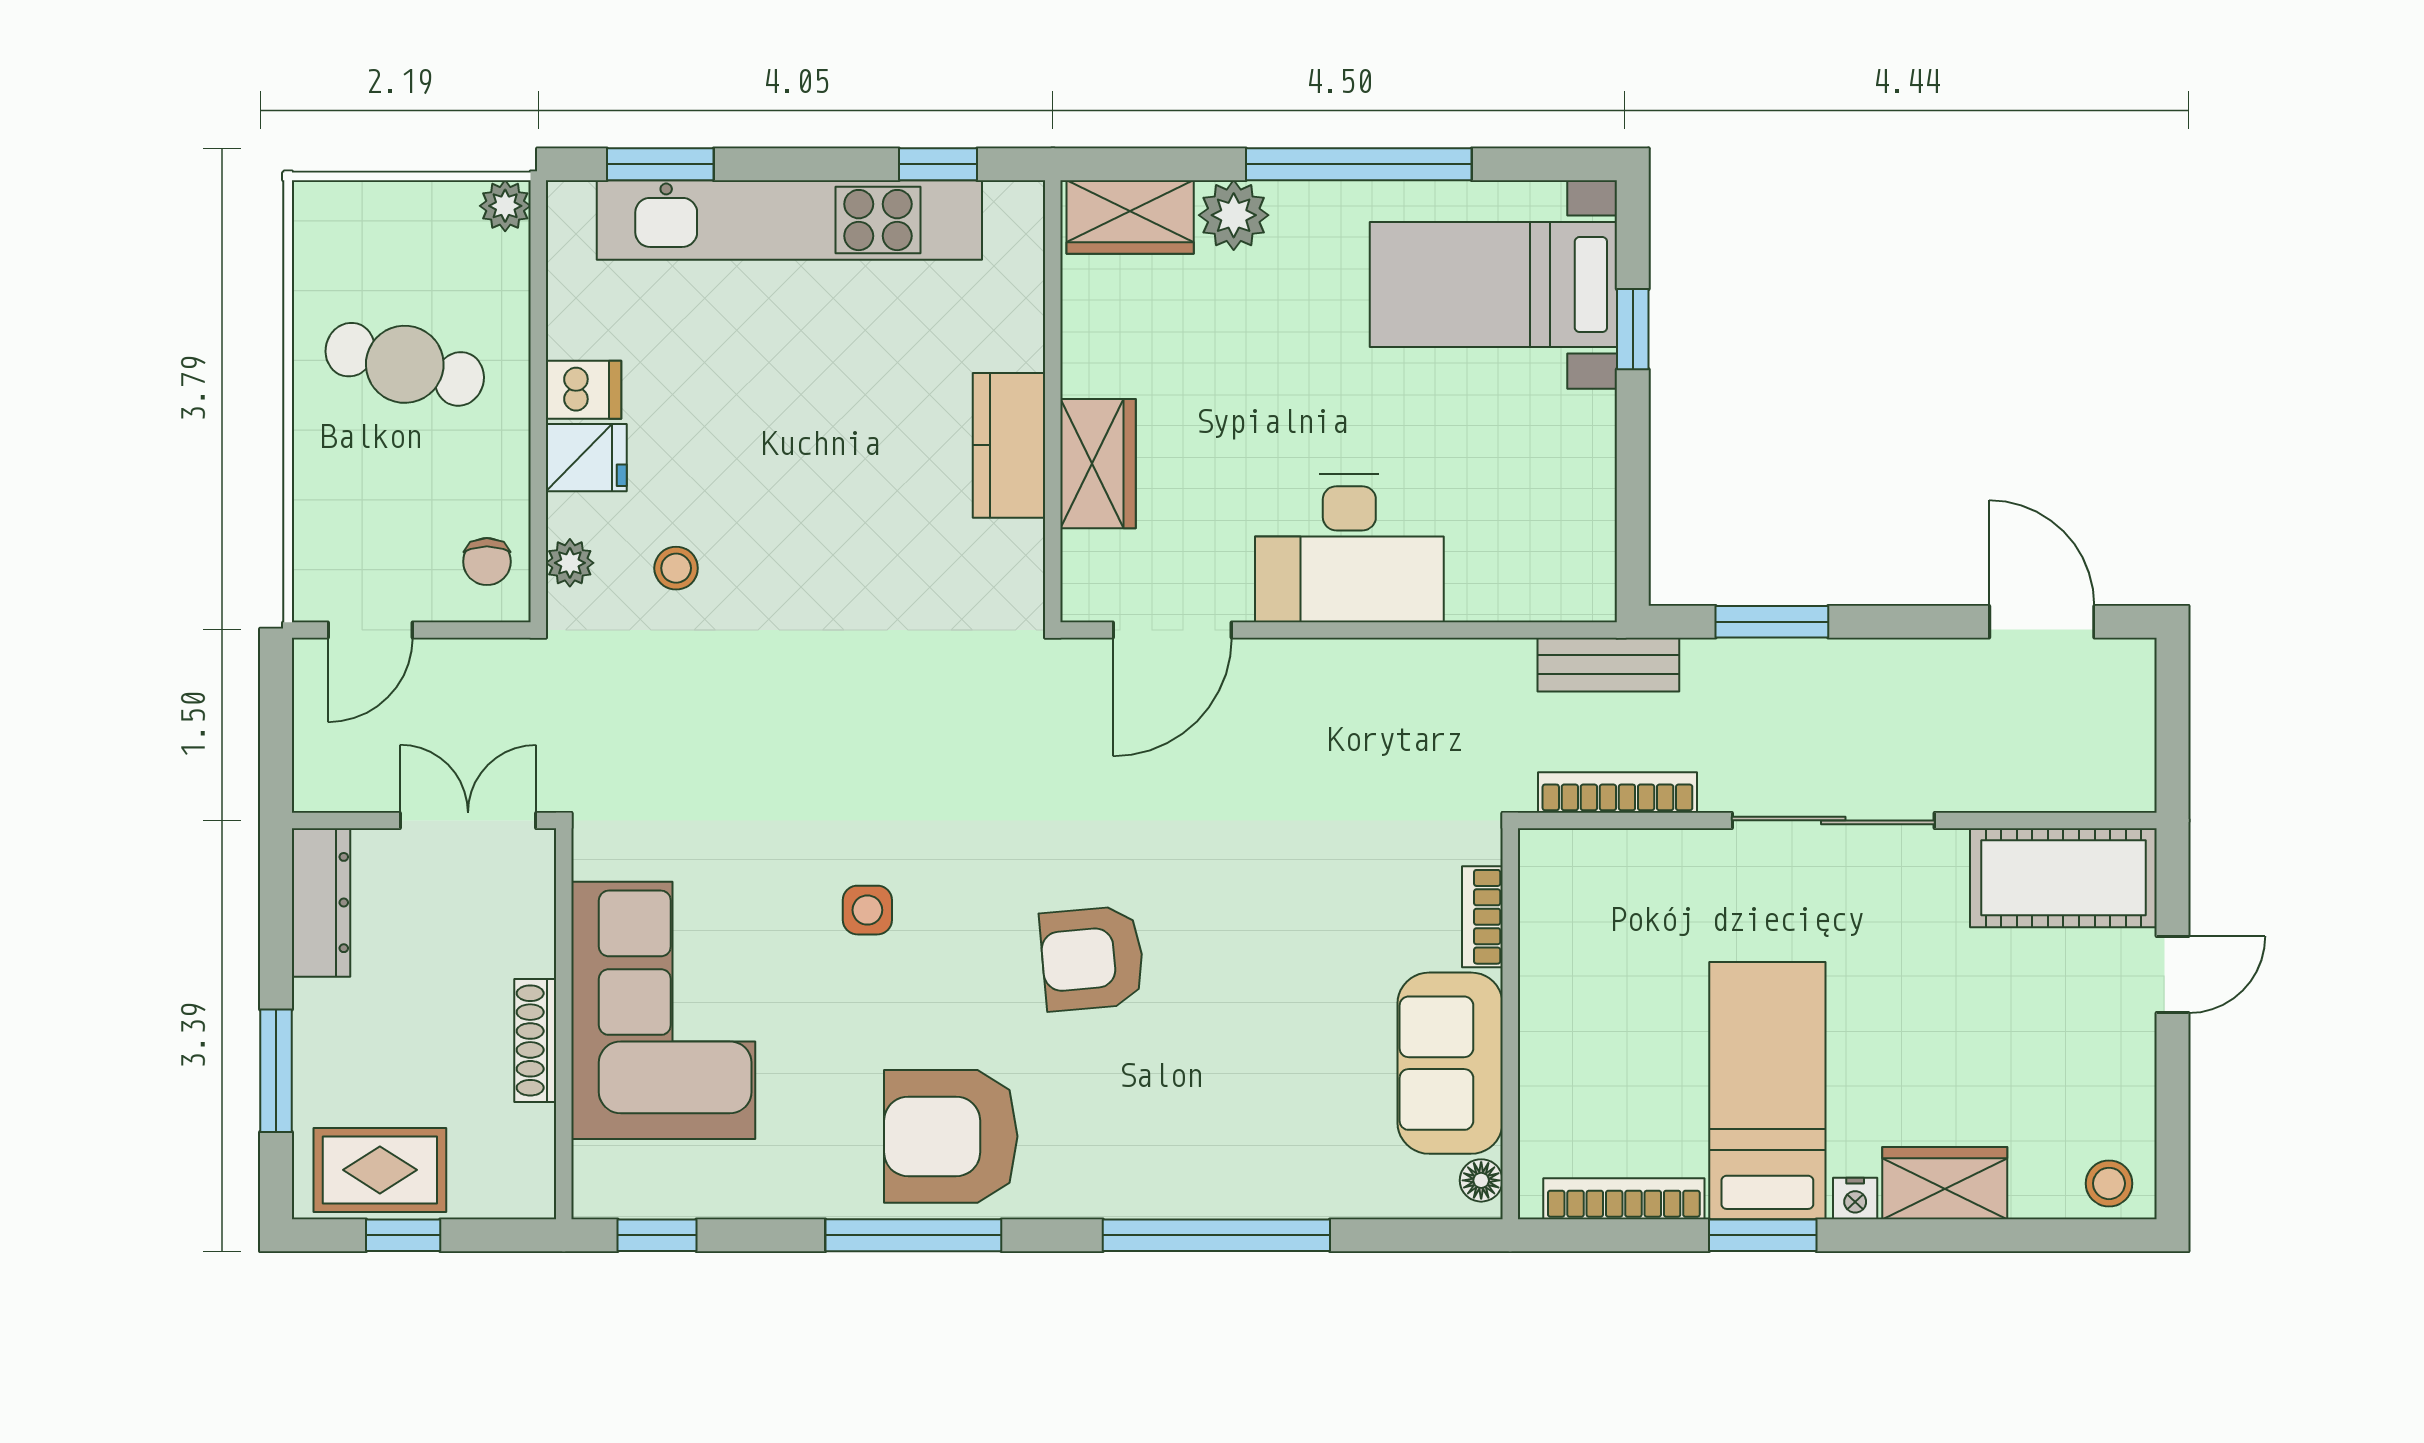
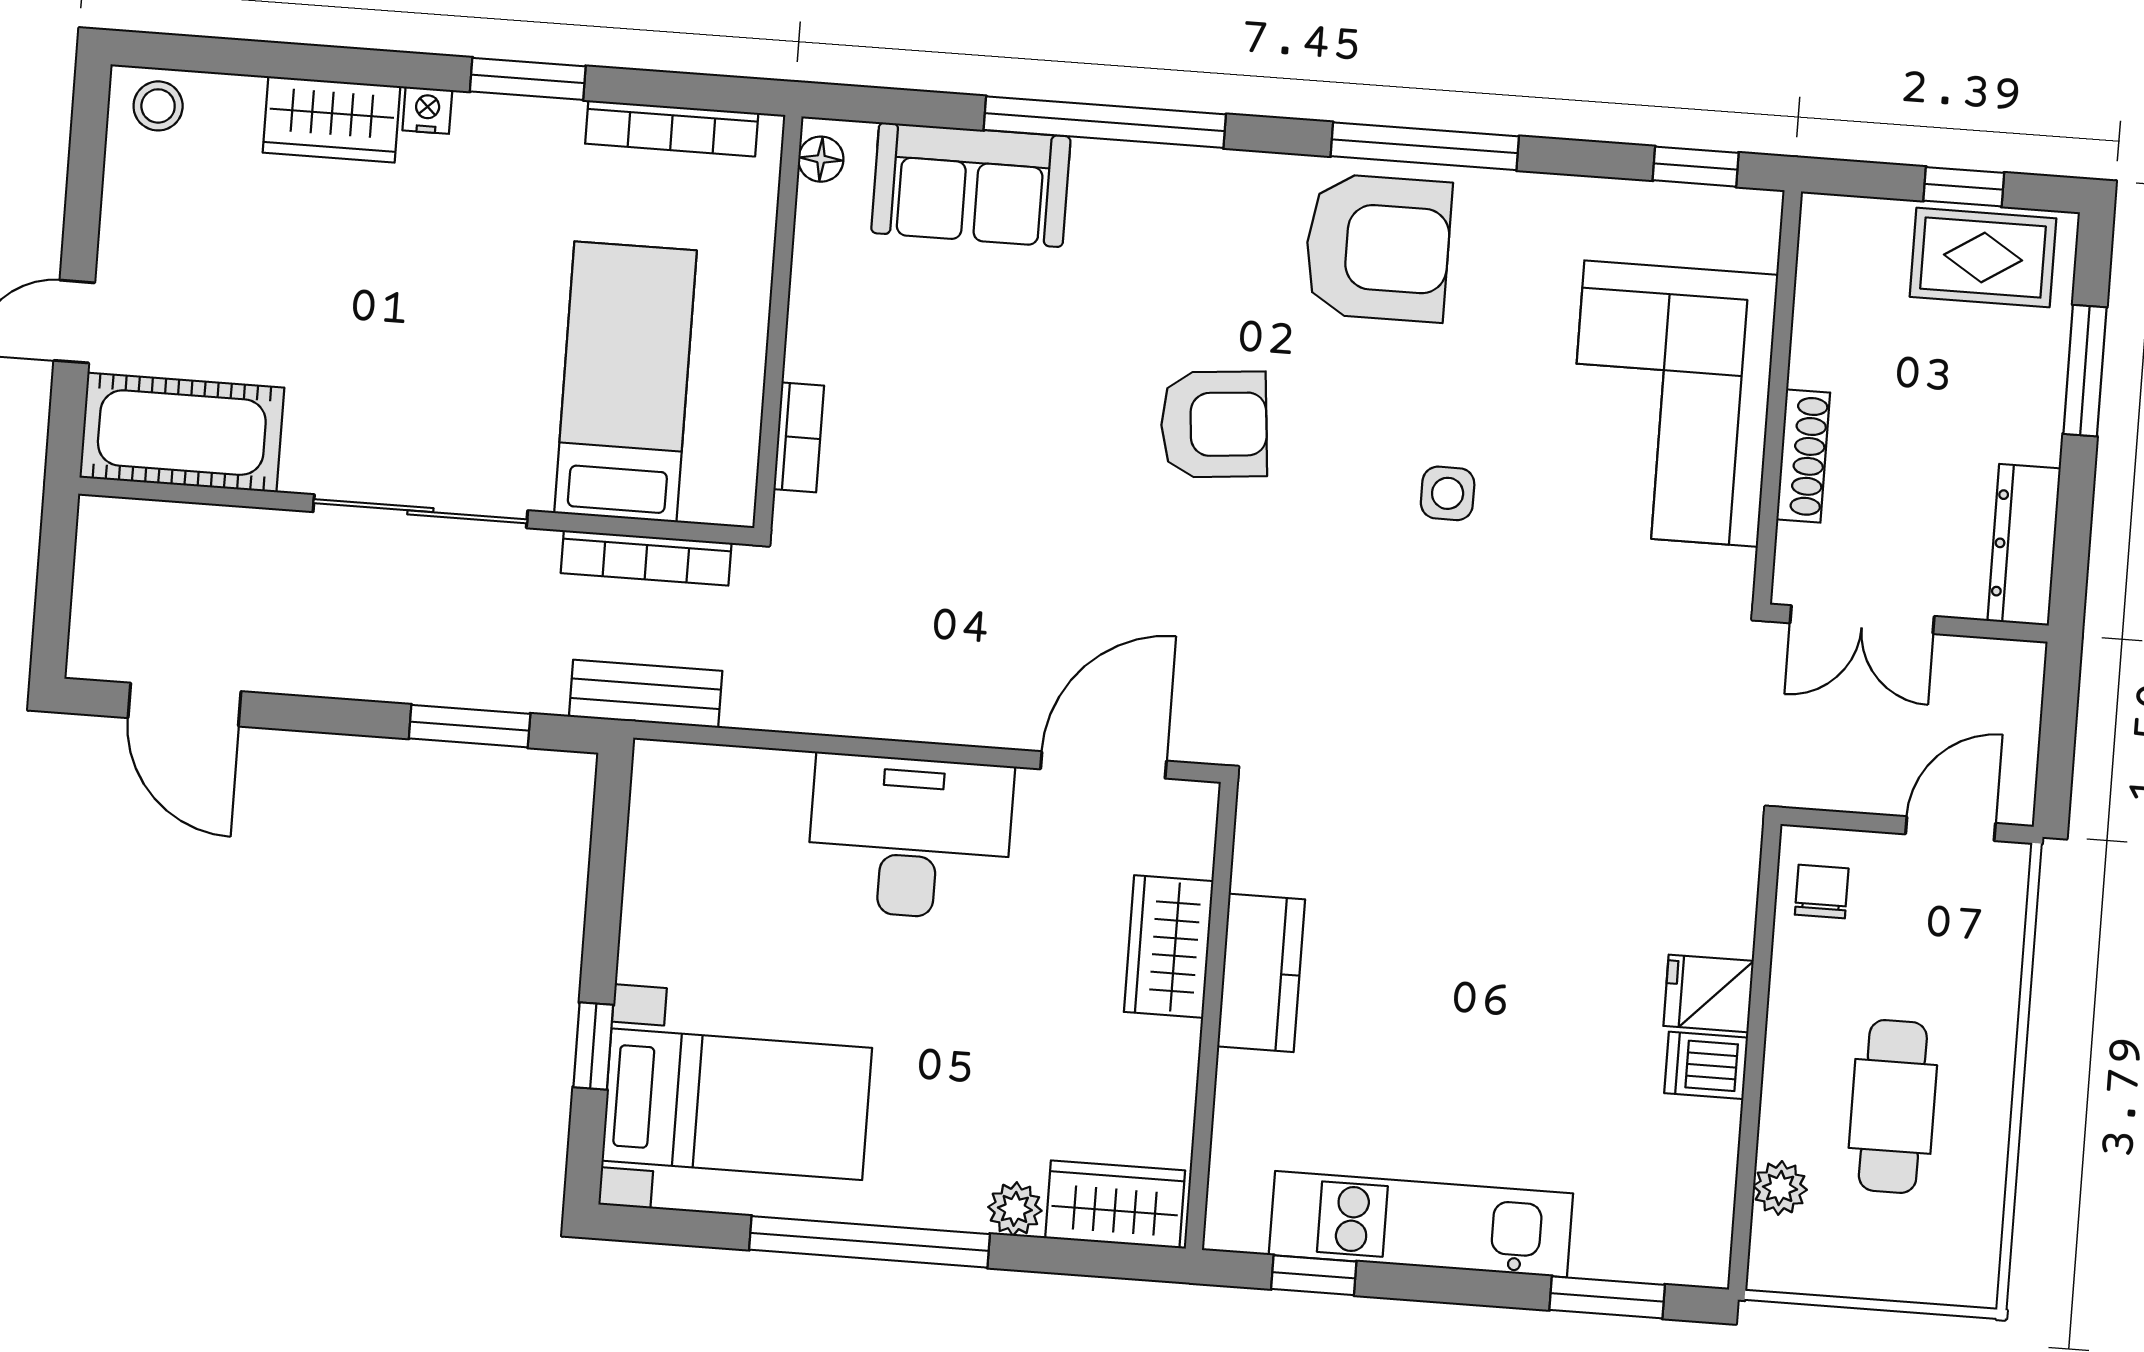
plant: (505, 206) -> (1780, 1188), moved
plant: (1234, 215) -> (1015, 1209), width x0.73, depth x0.73
kitchen unit: (789, 220) -> (1421, 1224), width x0.73
cafe table: (405, 364) -> (1893, 1106), turned 75
plant: (570, 563) -> (1734, 884), removed
stool: (676, 568) -> (1622, 870), removed
shoe rack: (535, 1040) -> (1803, 456), moved
sofa: (1450, 1063) -> (971, 185), moved, turned 90
bed: (1767, 1091) -> (625, 382), moved, turned 180

